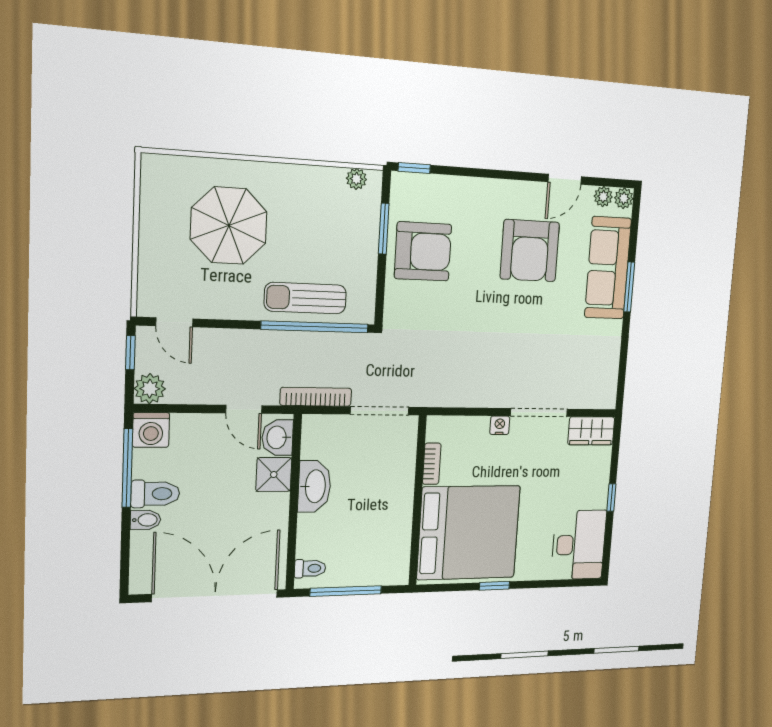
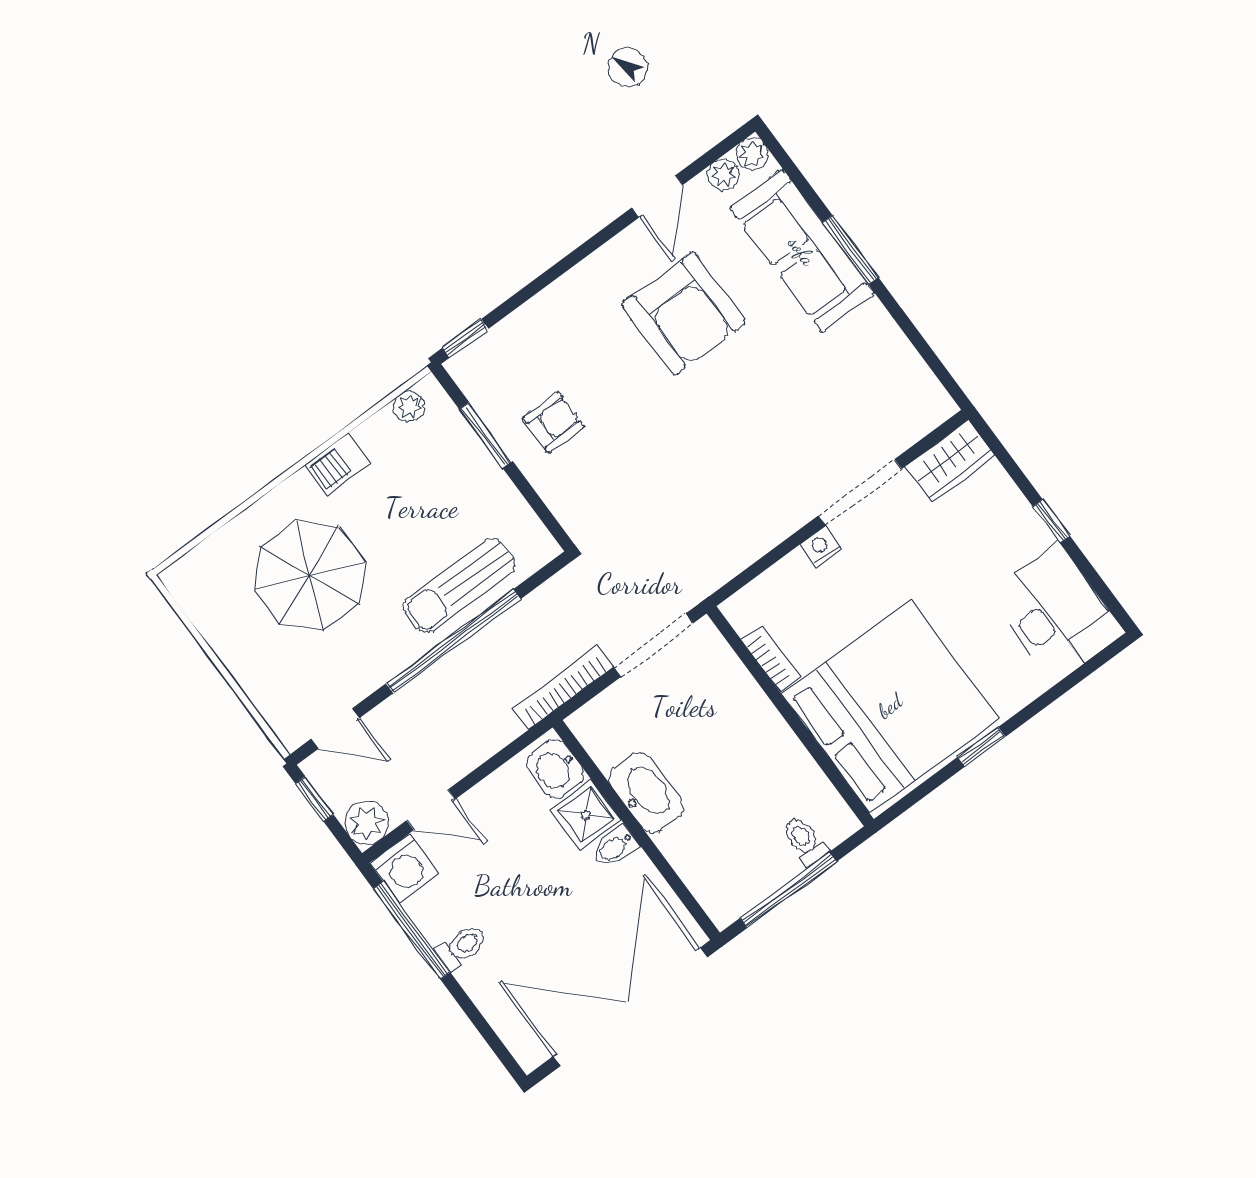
barbecue: (293, 177) -> (338, 464), added
armchair: (423, 251) -> (553, 422), width x0.53, depth x0.53
window: (315, 327) -> (453, 641), moved
door: (244, 409) -> (431, 810), moved
toilet: (155, 494) -> (462, 947), width x0.73, depth x0.72
bidet: (145, 520) -> (615, 847), moved, turned 180
toilet: (310, 568) -> (805, 841), moved, turned -90

